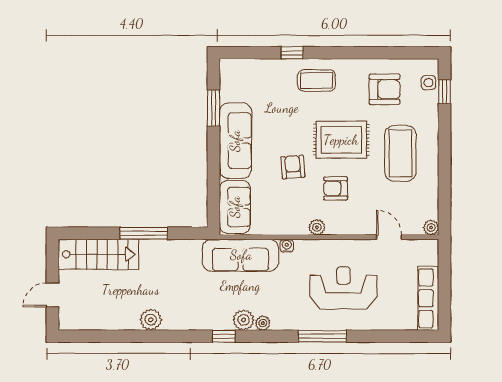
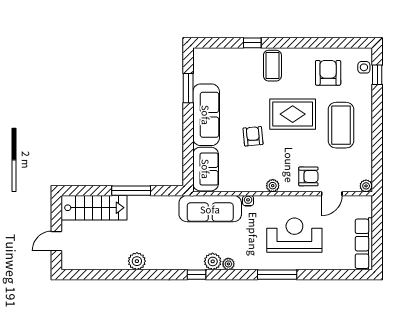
coffee table: (317, 80) -> (272, 66), turned 90
armchair: (385, 89) -> (328, 73), turned -90
armchair: (336, 188) -> (308, 176), moved, turned 180
door: (389, 237) -> (332, 194), swing flipped

